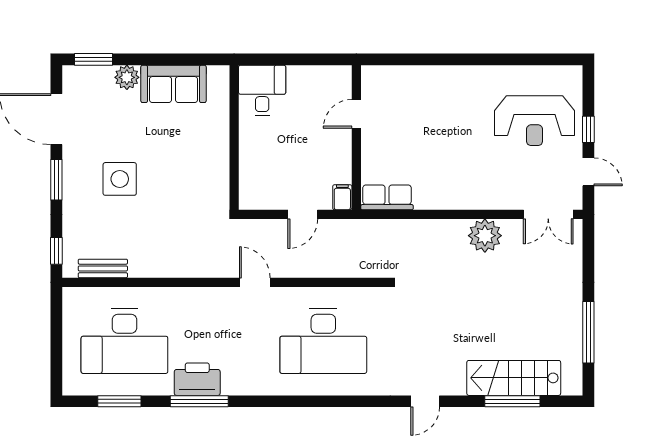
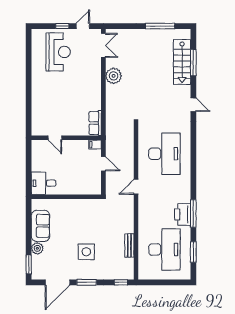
bench: (103, 268) -> (129, 245), moved

